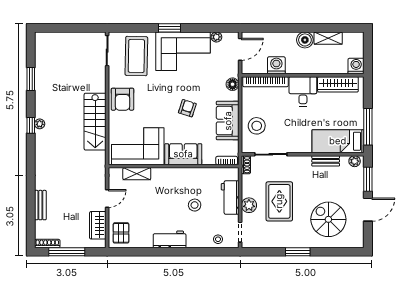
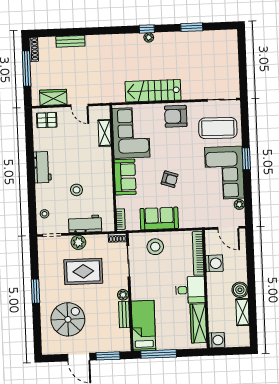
floor lamp: (233, 84) -> (194, 222), removed
plant: (355, 161) -> (123, 295), moved

